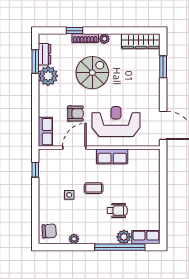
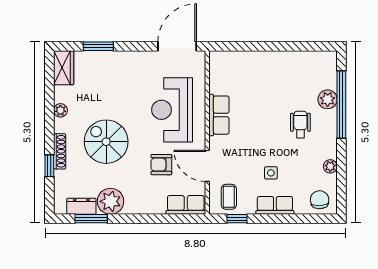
plant: (104, 39) -> (60, 110), moved
wardrobe: (141, 41) -> (64, 68), width x0.67
armchair: (75, 114) -> (161, 165), turned -90
coffee table: (94, 188) -> (229, 197), moved
wheelchair: (117, 210) -> (300, 124), moved
row of seats: (146, 237) -> (275, 205), moved, turned 90

